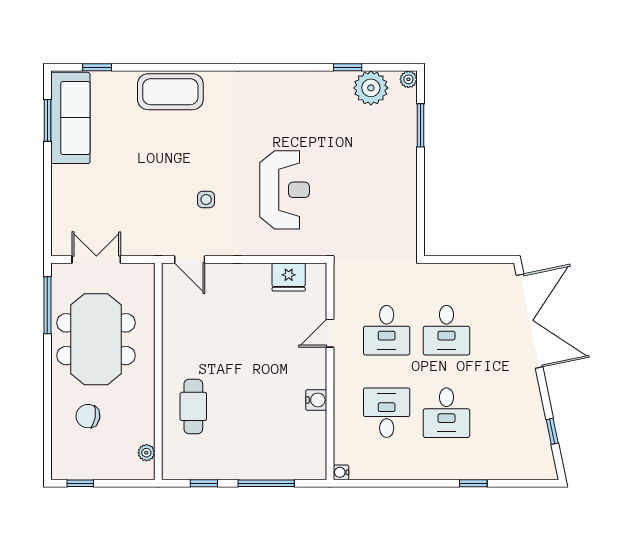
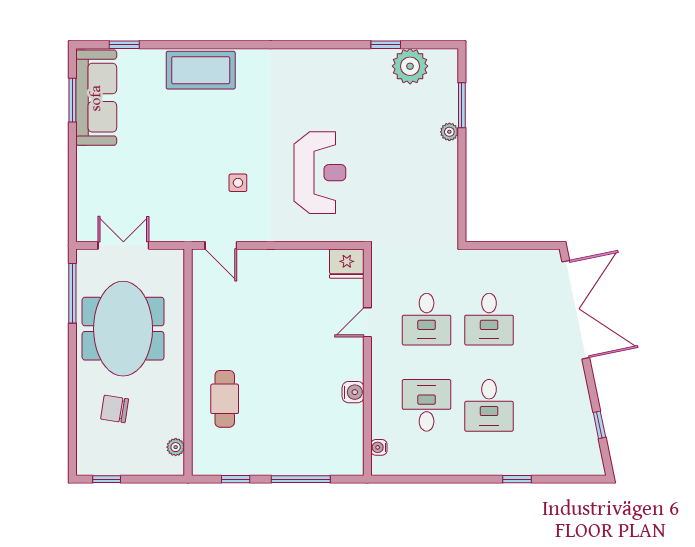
plant: (408, 79) -> (449, 132), moved
fridge: (289, 277) -> (347, 264), moved
water cooler: (341, 472) -> (379, 447), moved

